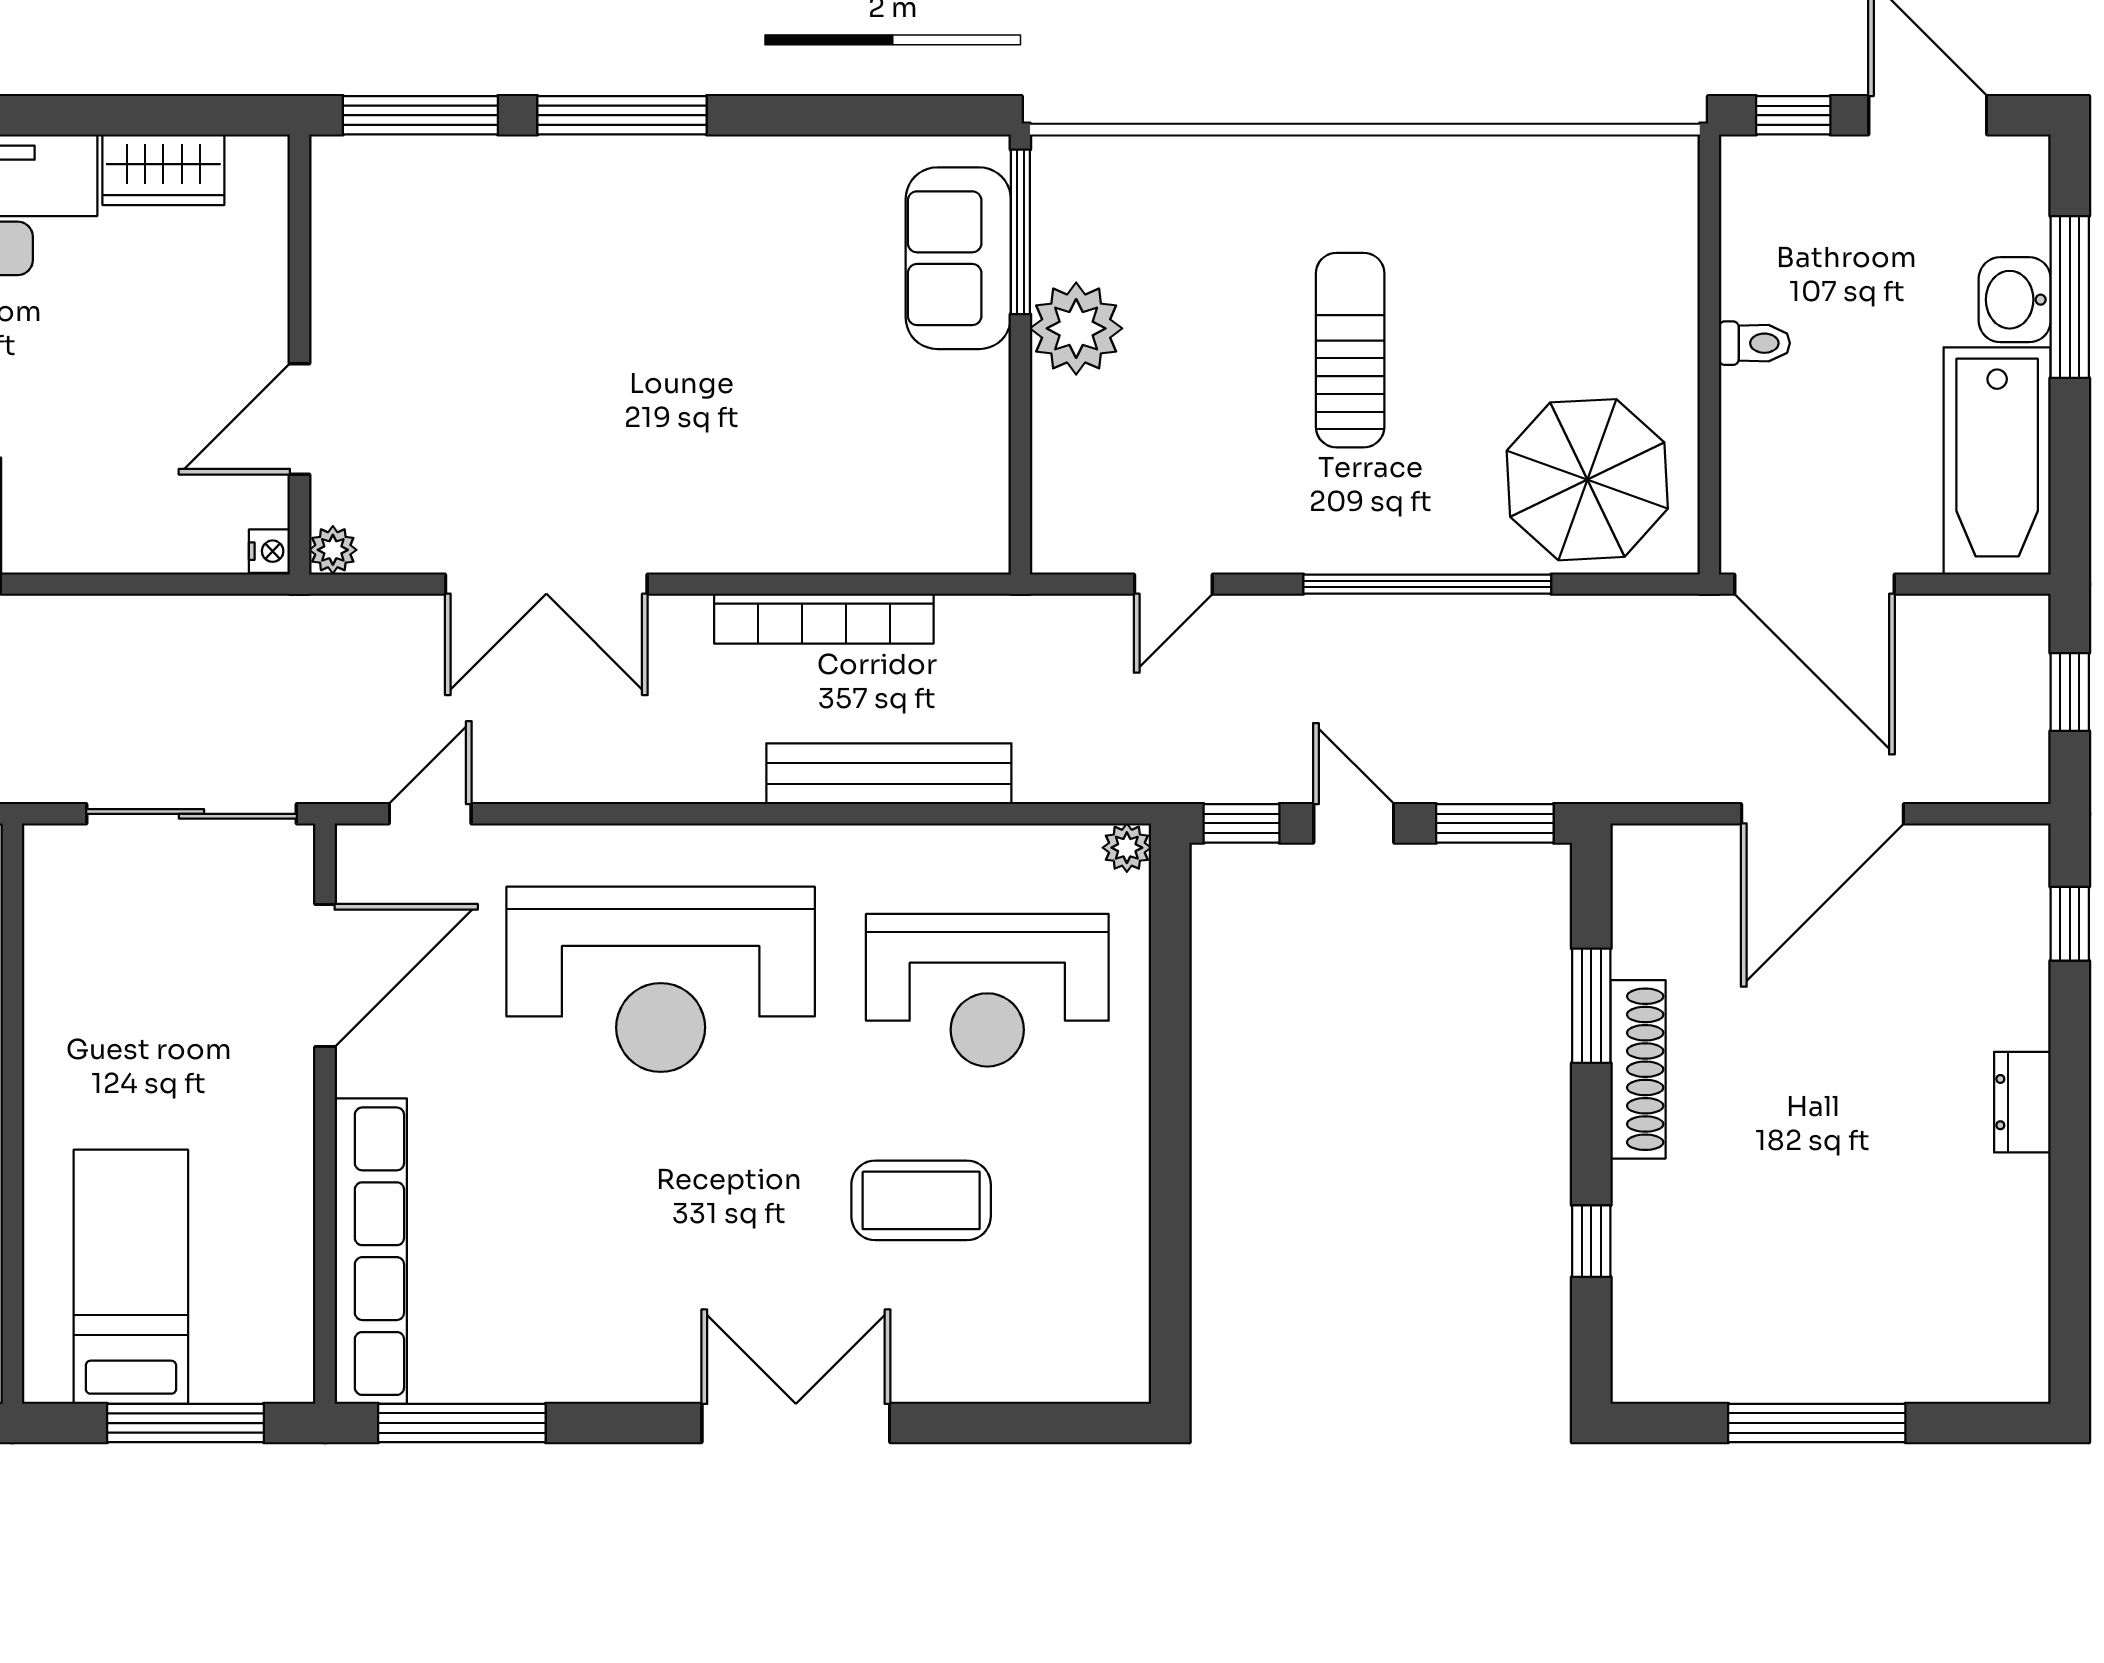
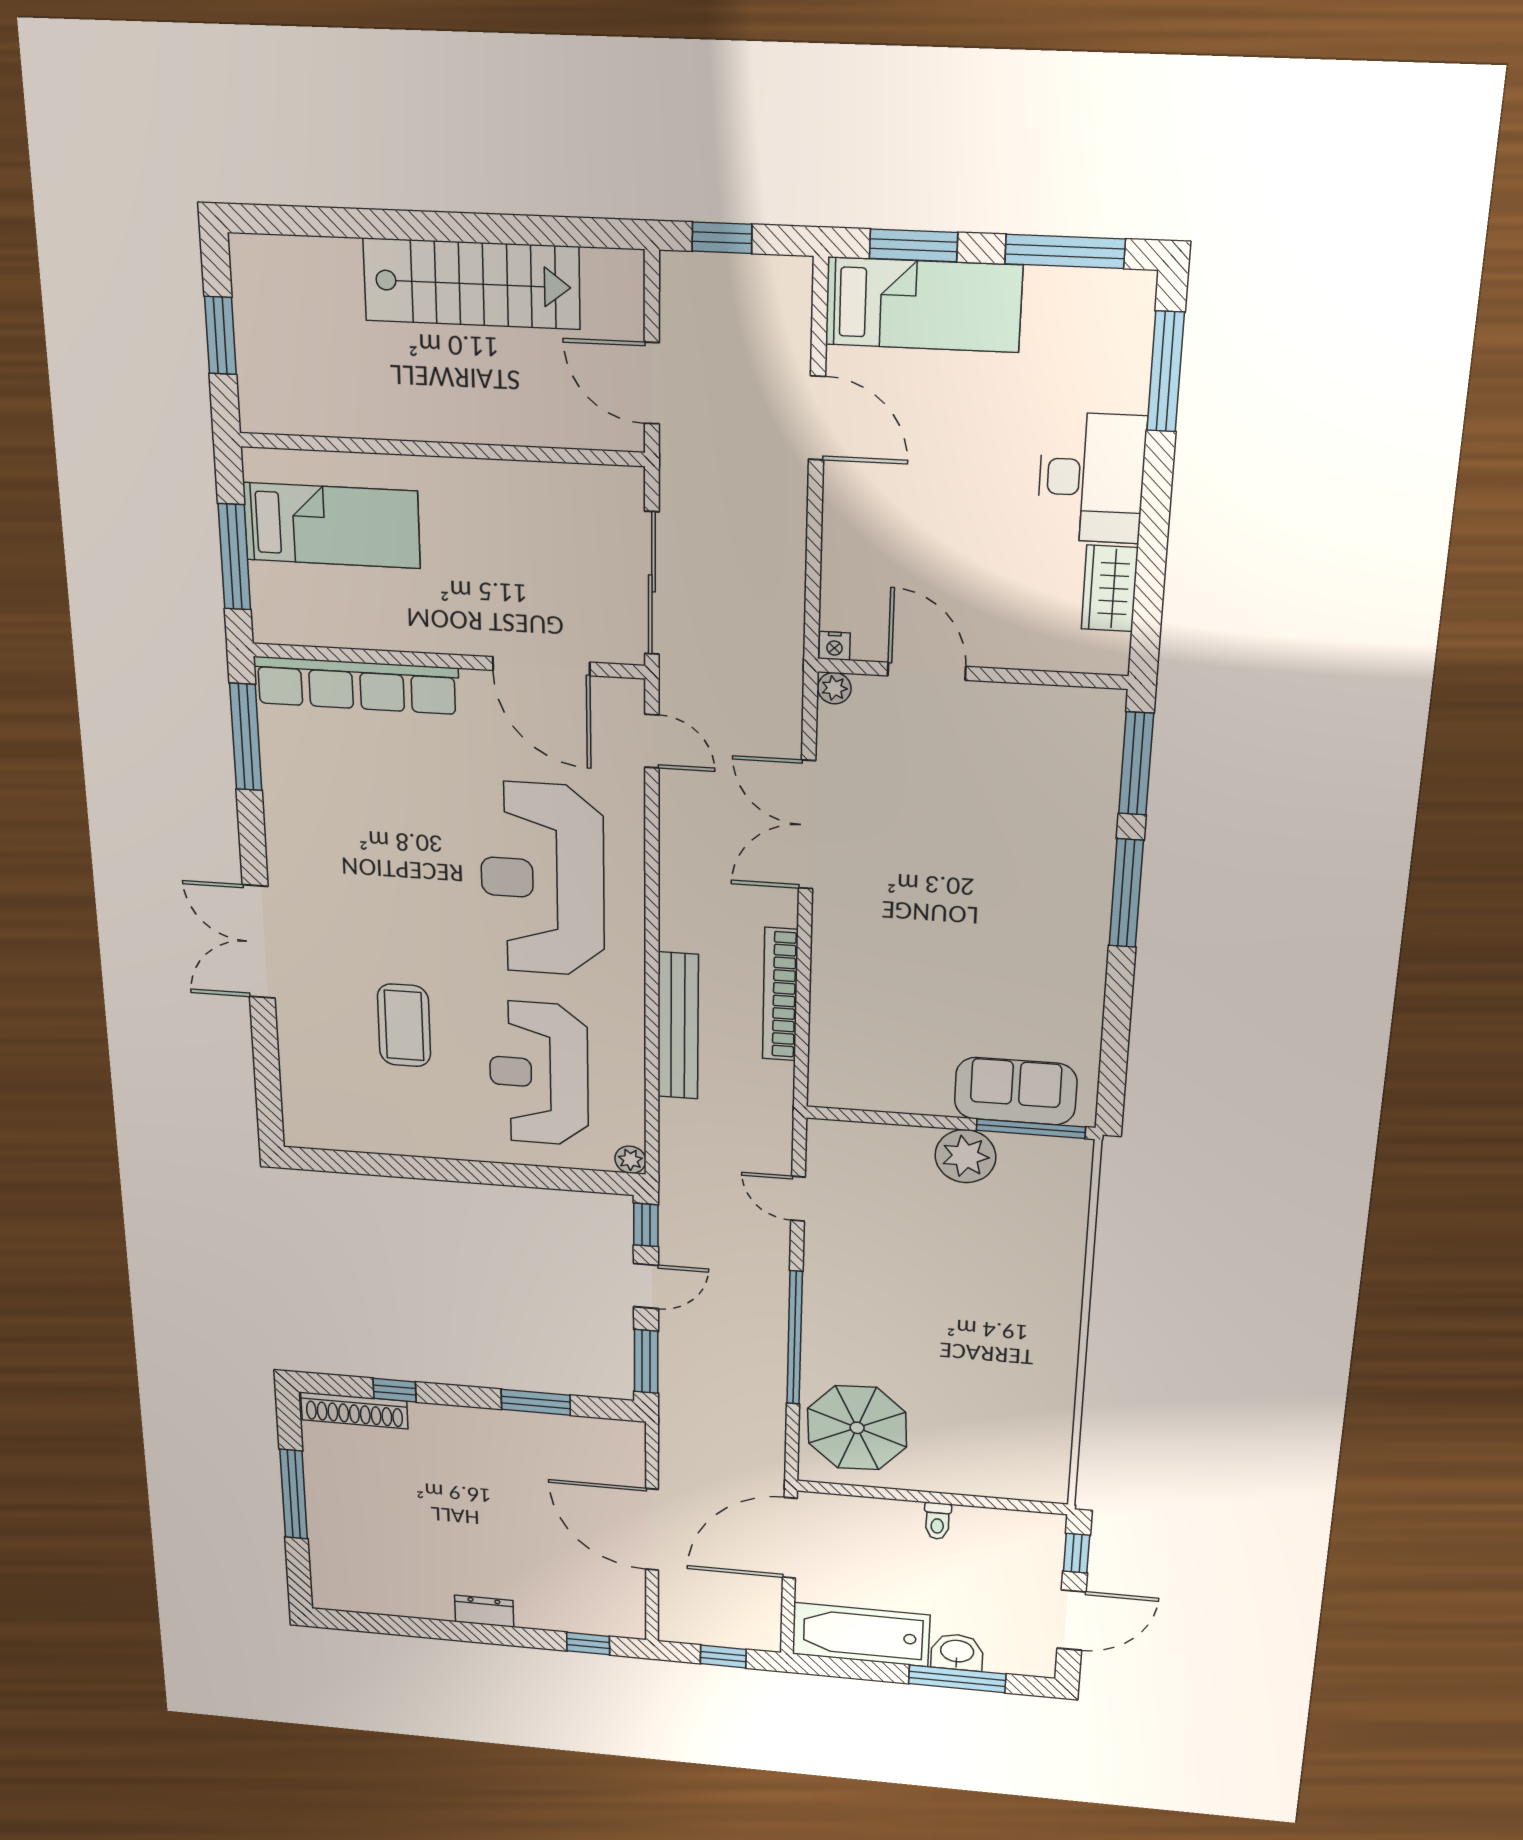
sun lounger: (1350, 350) -> (944, 1308), removed
shoe rack: (1638, 1069) -> (354, 1410), moved
double door: (796, 1423) -> (259, 942), swing flipped

